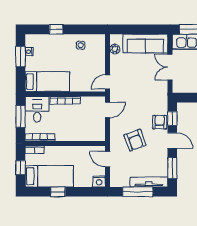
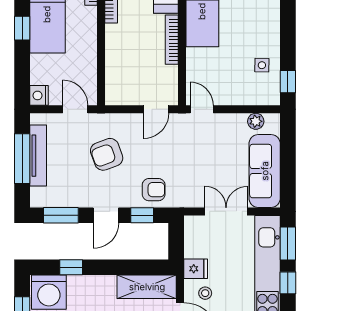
window: (56, 29) -> (288, 82), moved
door: (108, 110) -> (156, 109), hinge flipped
armchair: (160, 122) -> (154, 190), moved
door: (108, 159) -> (75, 109), hinge flipped
tv unit: (149, 182) -> (38, 156), moved

